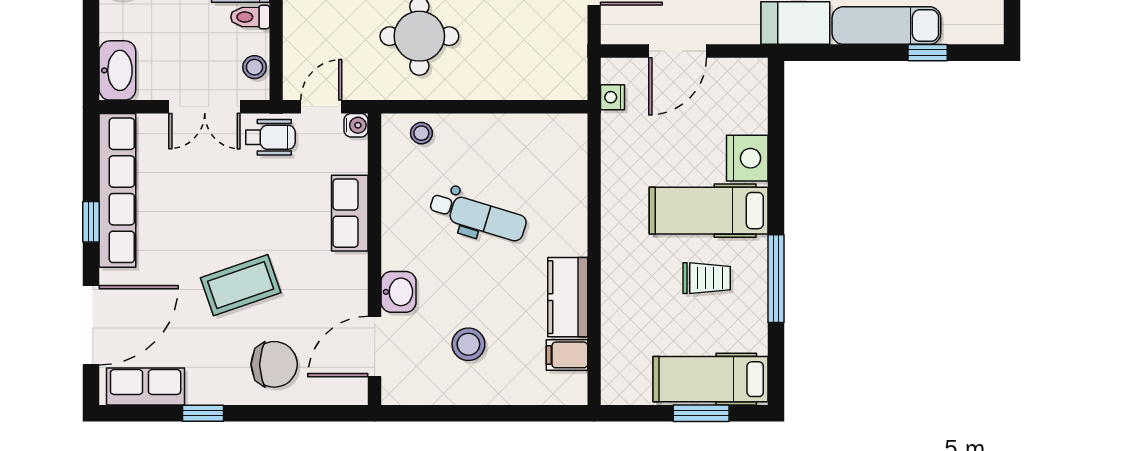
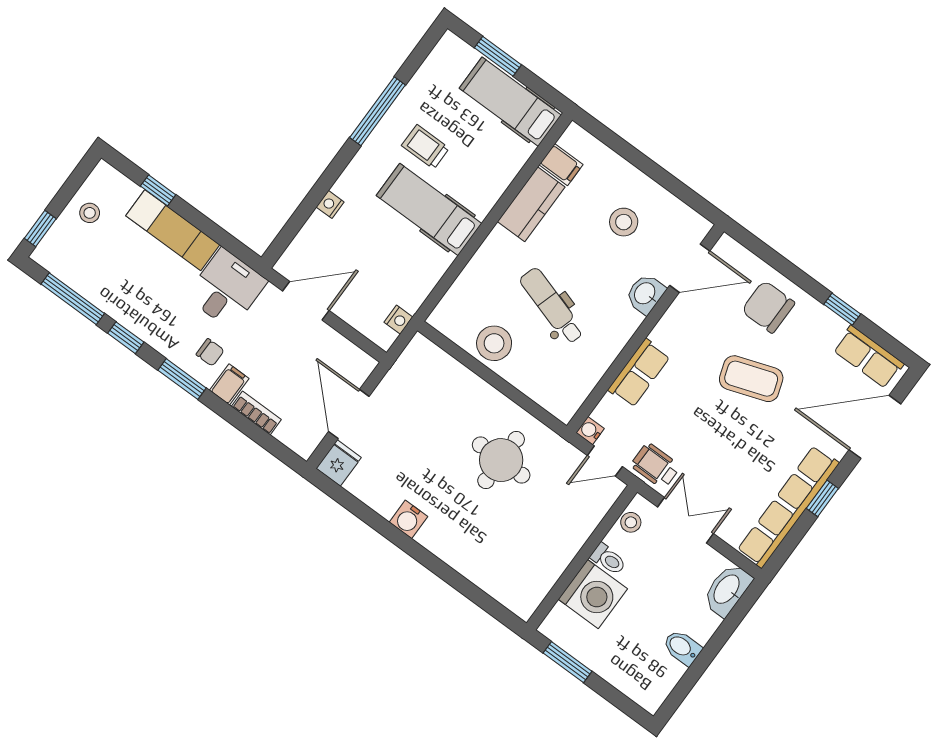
door: (678, 51) -> (306, 301), moved
stool: (421, 133) -> (494, 343), moved, width x1.89, depth x1.89
nightstand: (747, 158) -> (330, 204), width x0.53, depth x0.56
hospital bed: (709, 211) -> (429, 209), moved, turned 180
hospital bed: (710, 379) -> (510, 102), moved, turned 180

